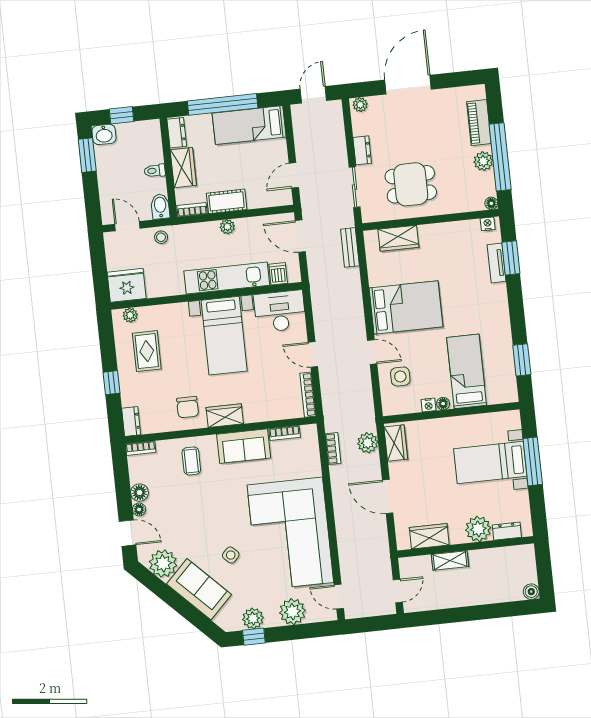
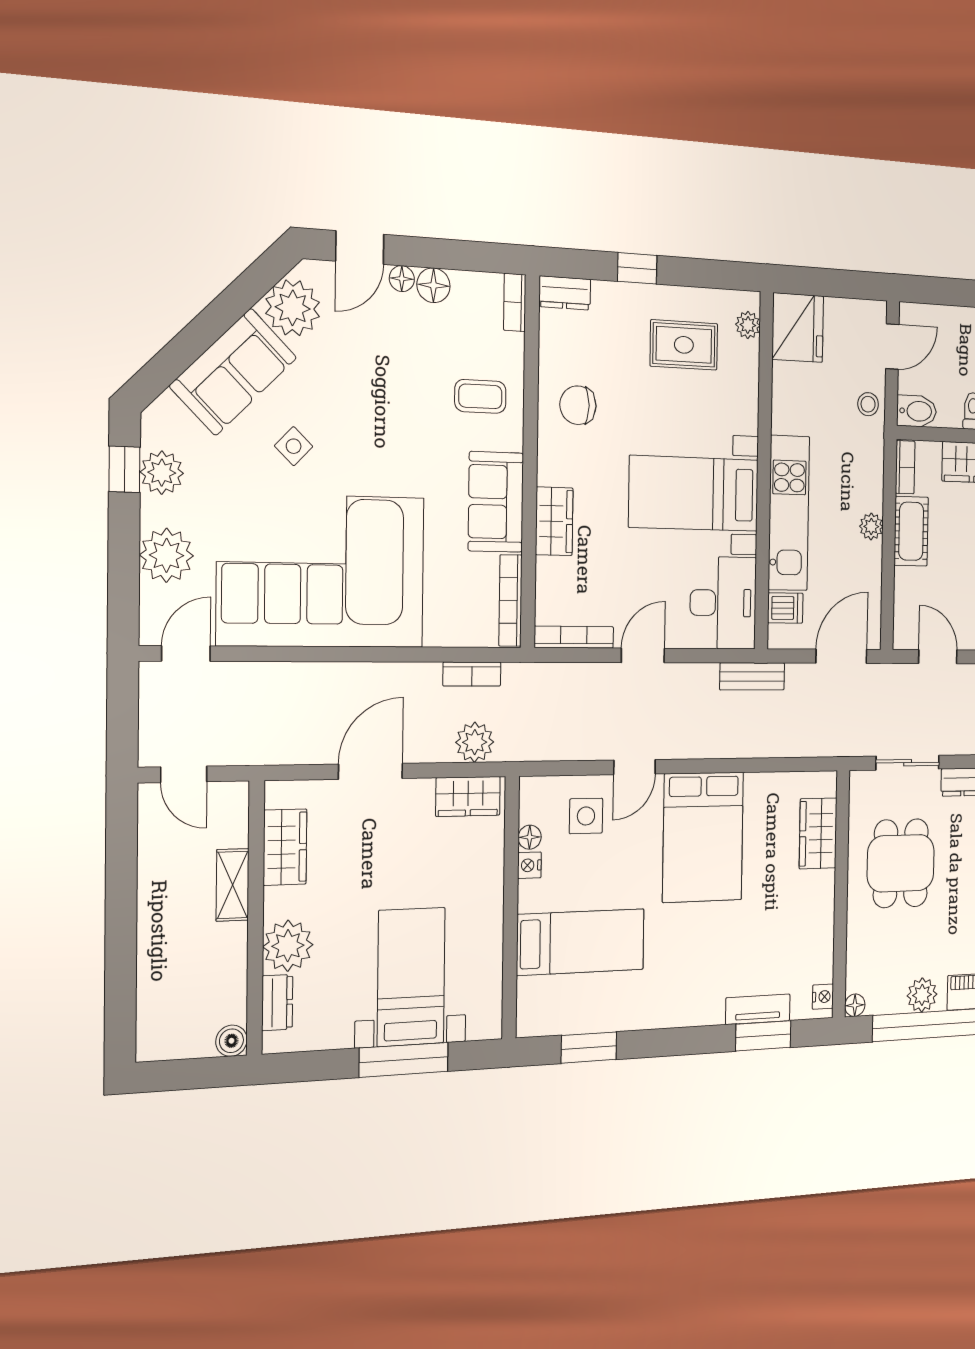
bench: (350, 247) -> (752, 676), moved
floor lamp: (443, 404) -> (530, 837), moved
wardrobe: (225, 416) -> (554, 521), moved
bookcase: (285, 433) -> (510, 601), width x1.56
boiler: (531, 592) -> (231, 1041), moved

